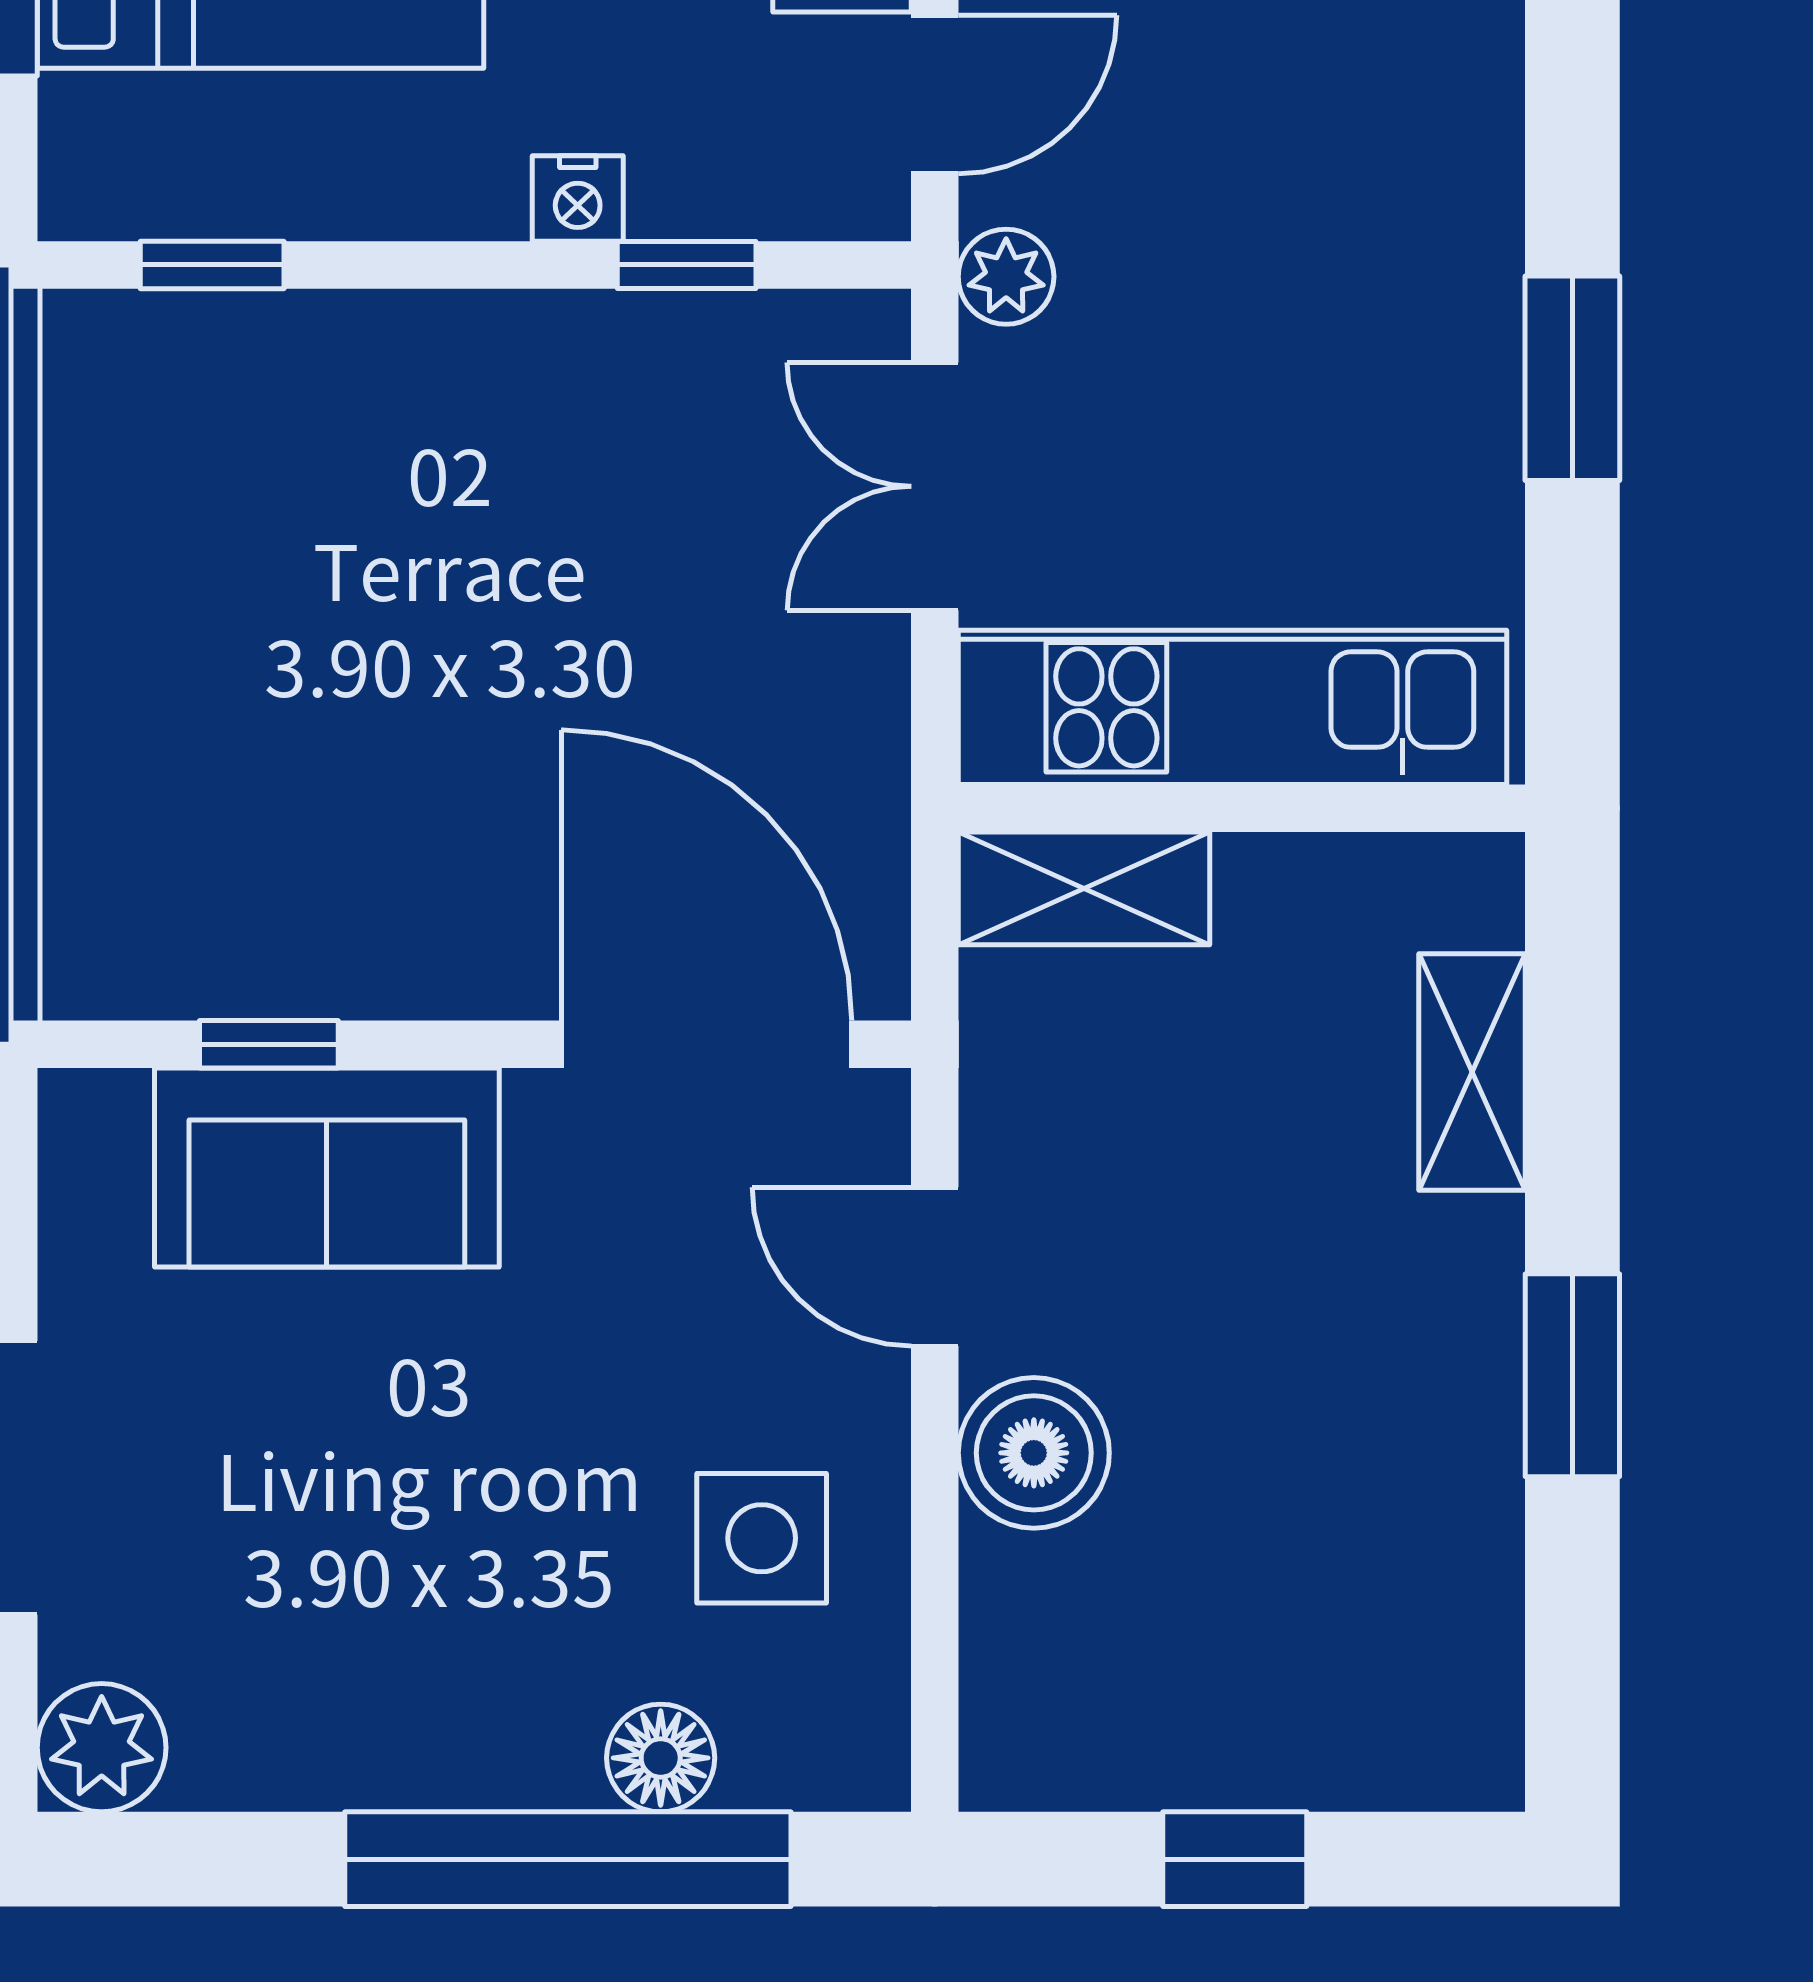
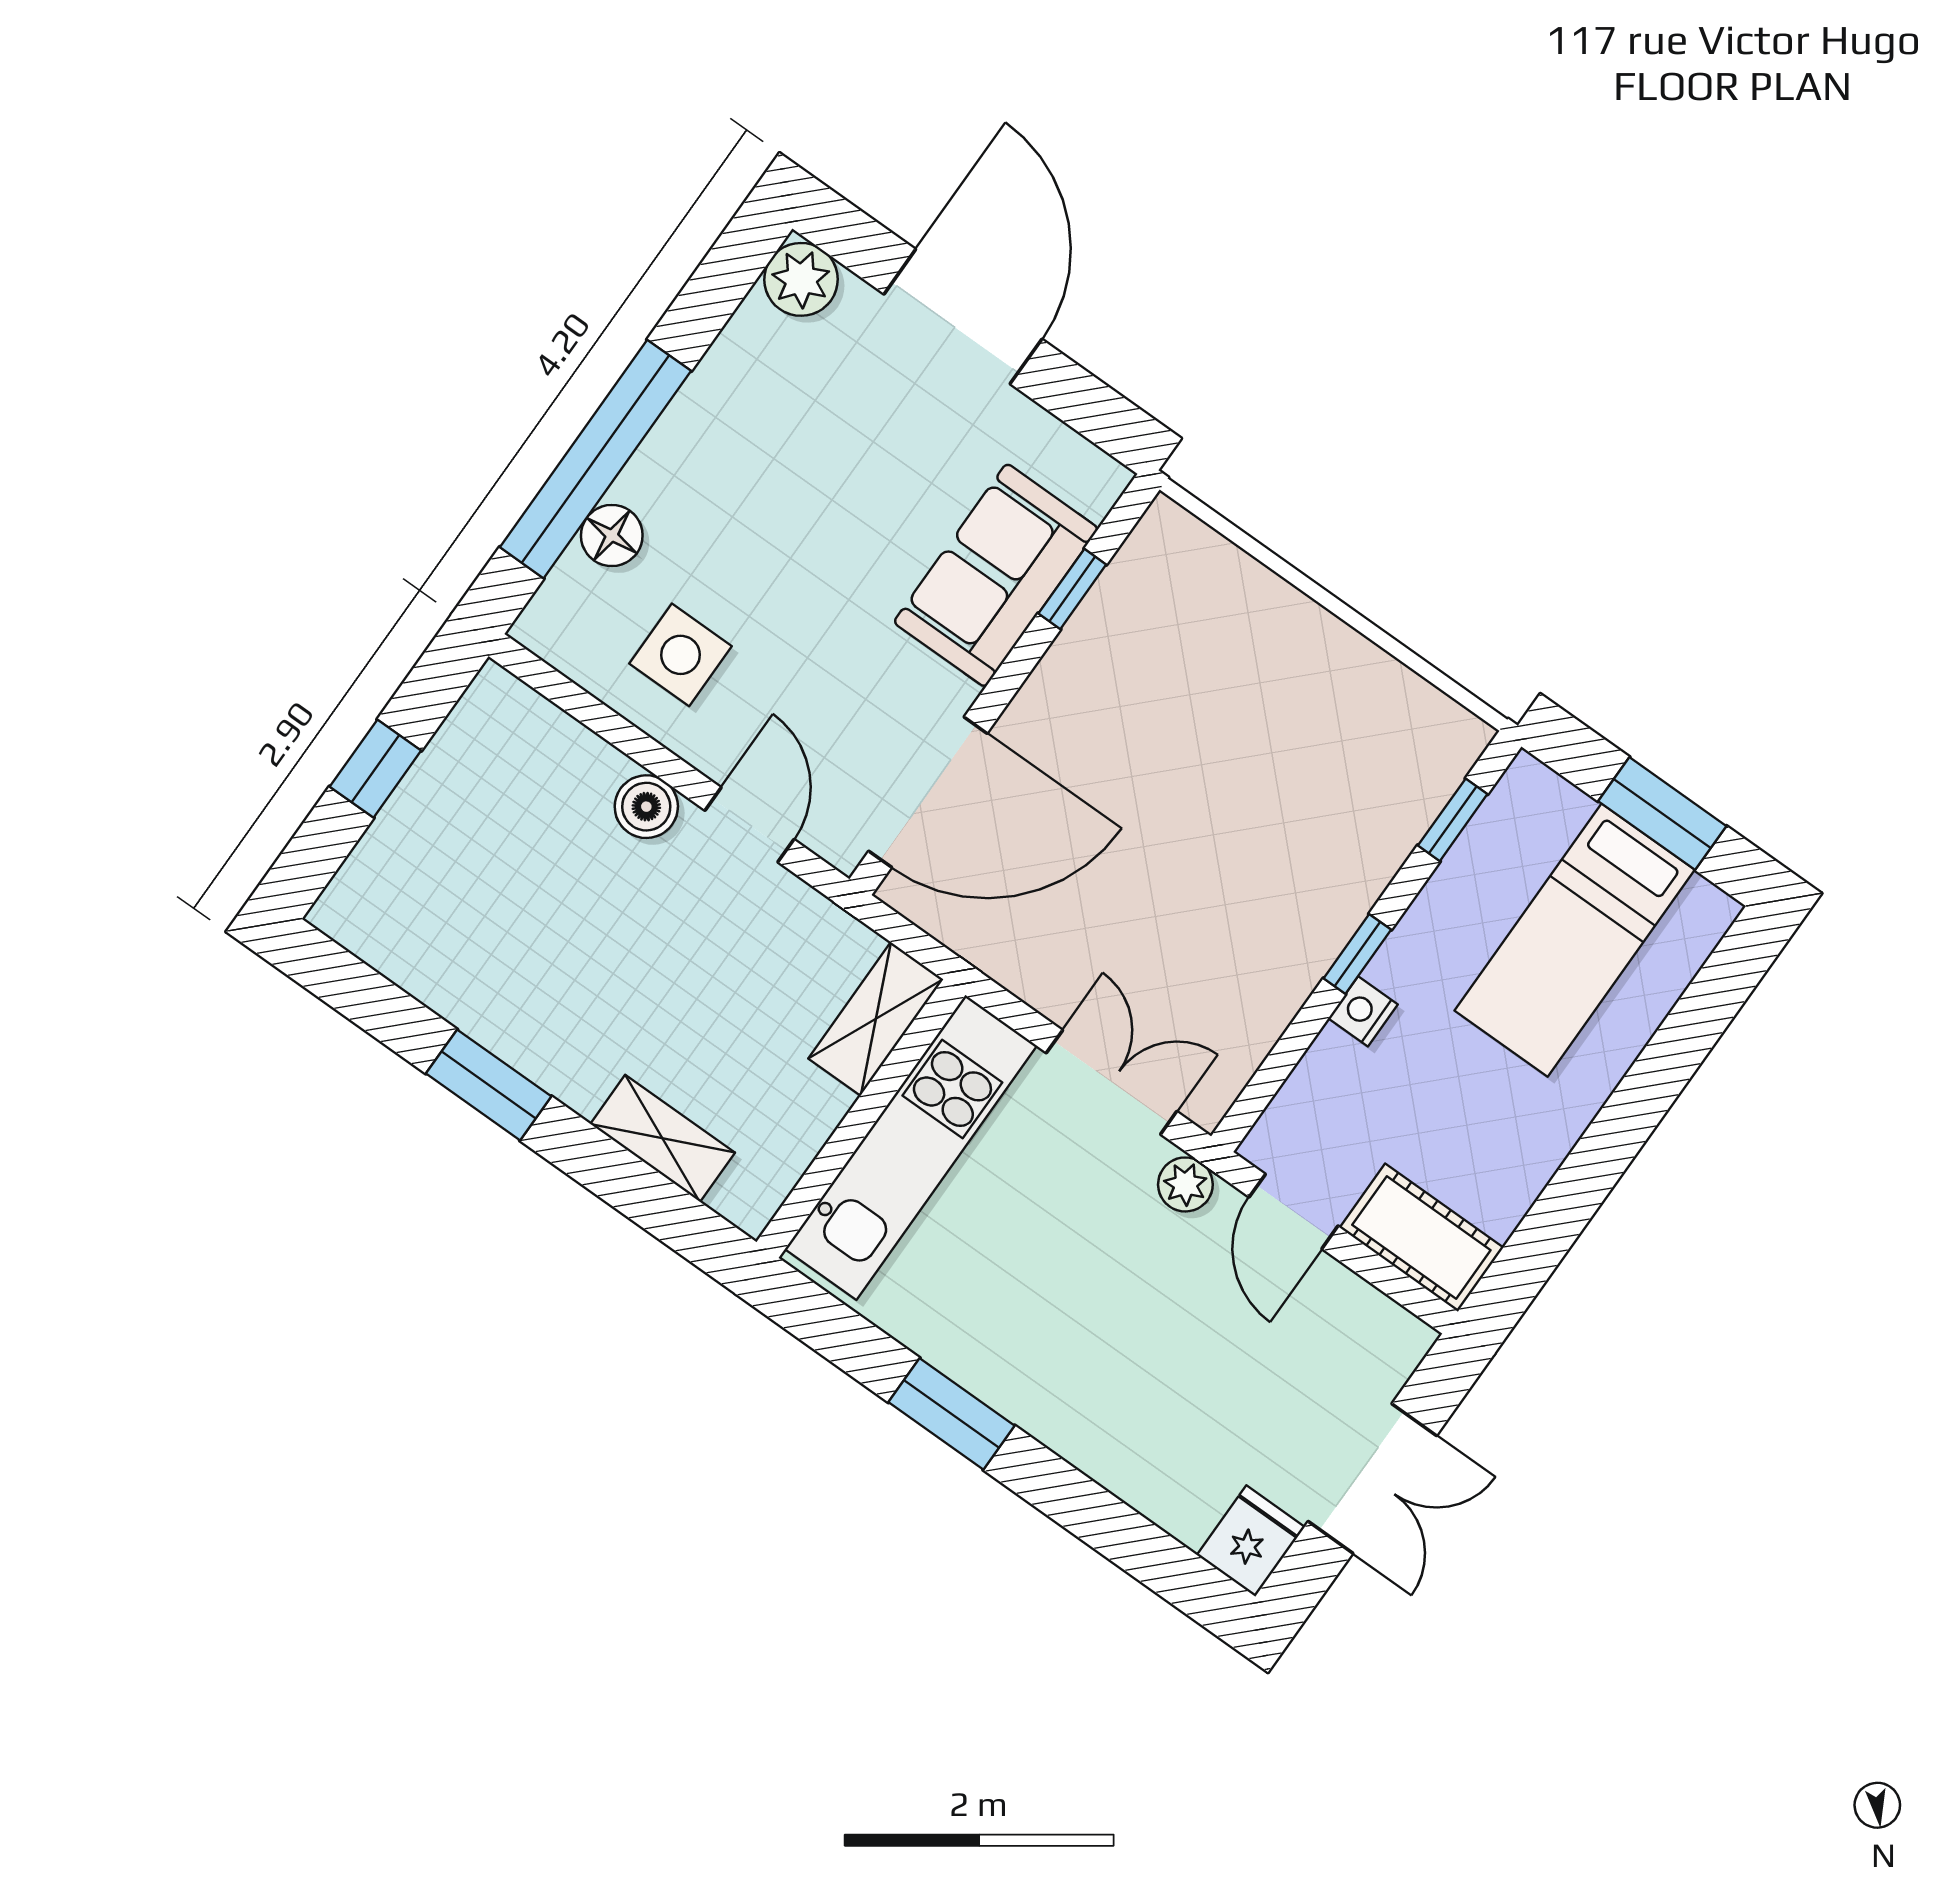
window: (687, 265) -> (1357, 954), moved
door: (935, 1267) -> (749, 825), hinge flipped
boiler: (1034, 1453) -> (646, 807), width x0.73, depth x0.73

